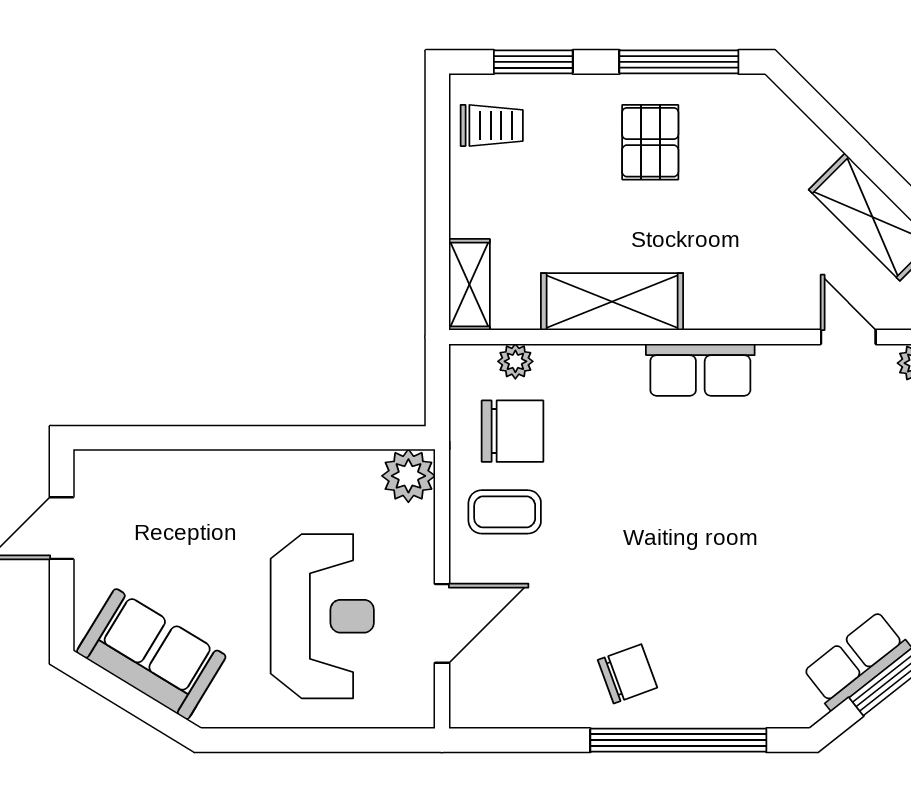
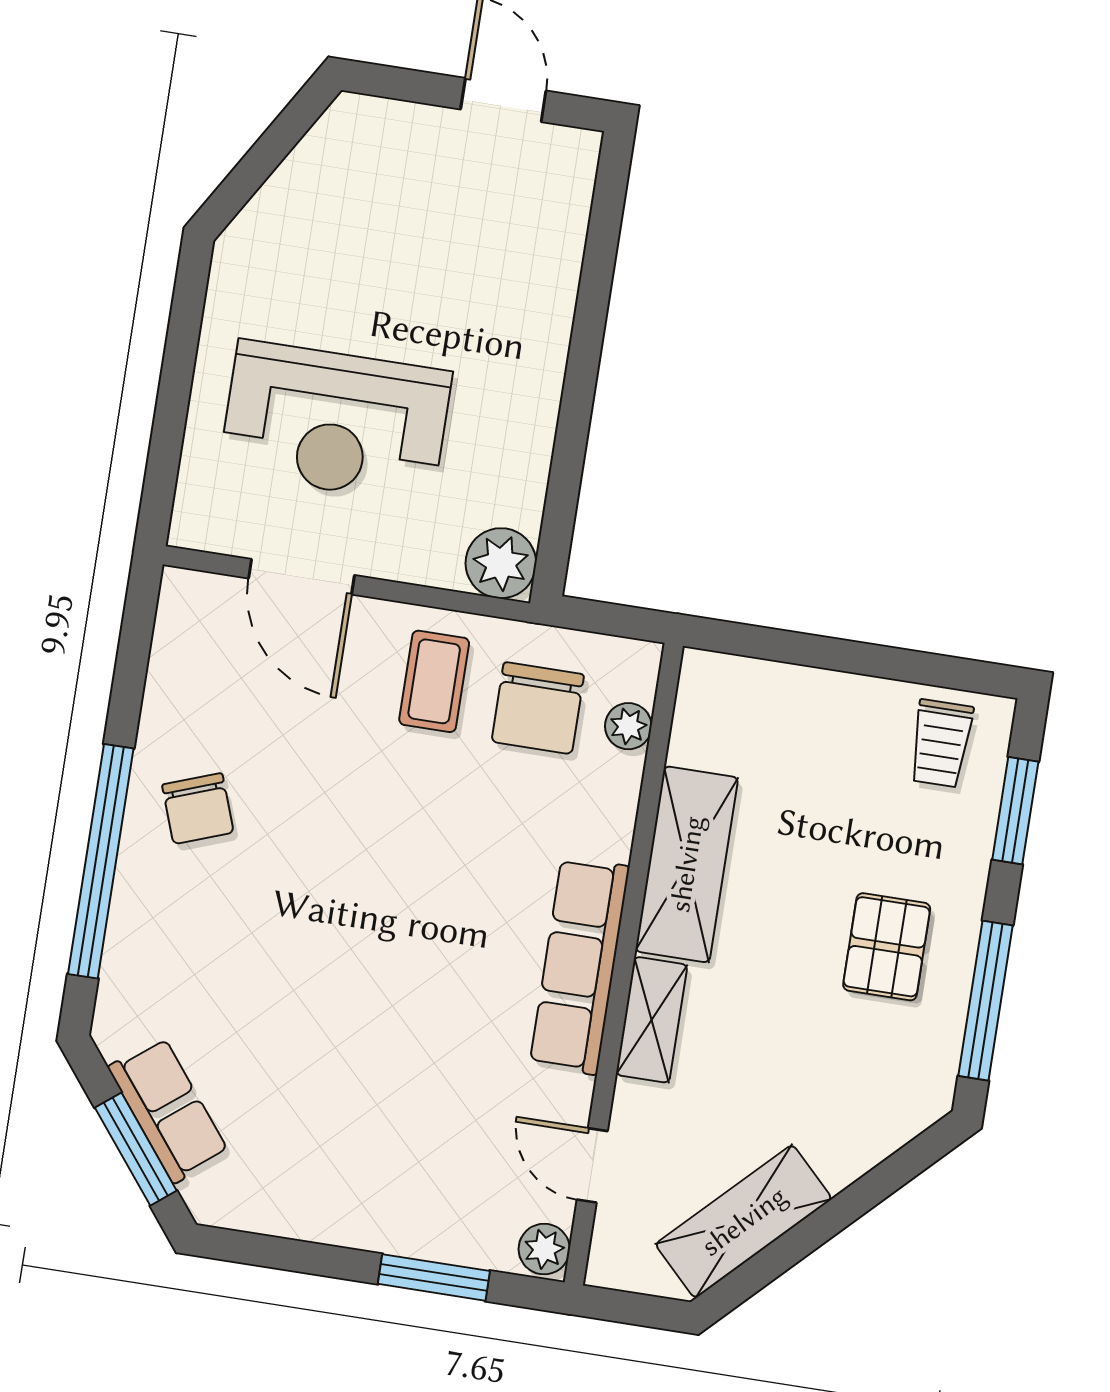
pallet: (650, 142) -> (887, 947), turned 90
shelving: (469, 284) -> (652, 1020), moved, turned 90
door: (848, 337) -> (592, 1165), swing flipped
row of seats: (700, 370) -> (580, 966), width x1.48
sofa: (151, 654) -> (321, 191), removed

